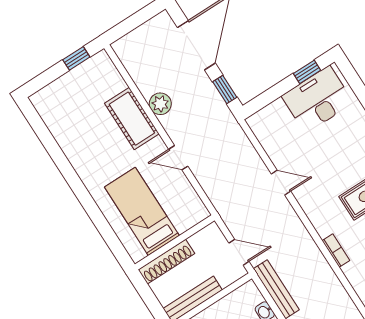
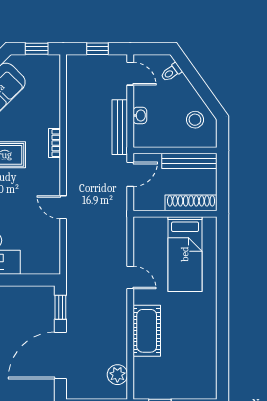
plant: (160, 104) -> (117, 375), moved
bookcase: (336, 251) -> (55, 143), moved
door: (239, 252) -> (130, 174), swing flipped

